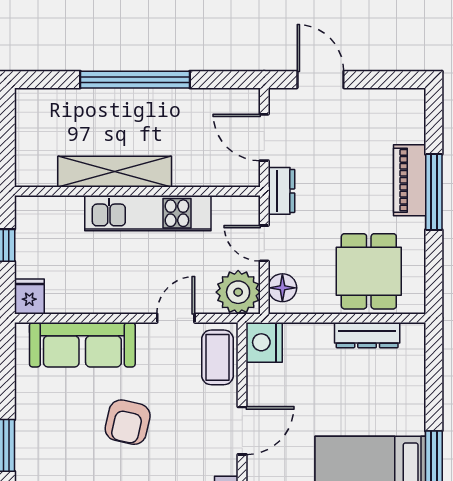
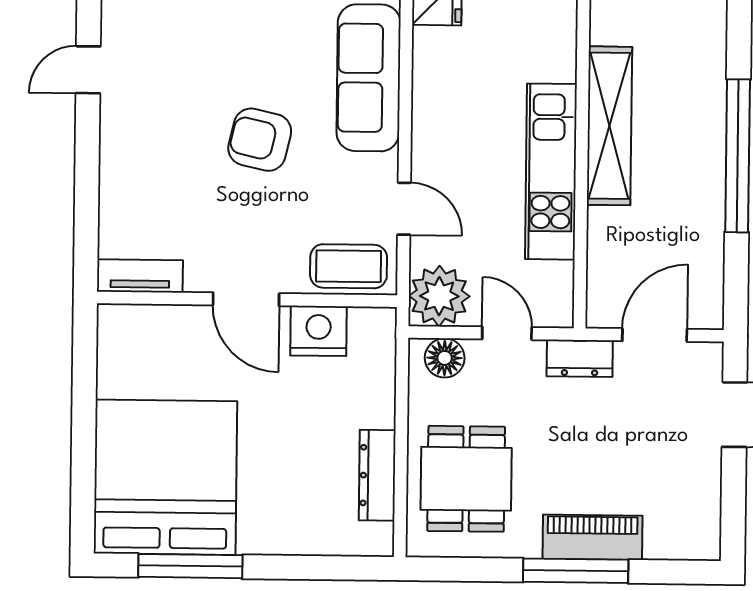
door: (264, 243) -> (507, 333), hinge flipped
dining table: (369, 271) -> (466, 479), turned 90
nightstand: (264, 342) -> (319, 331), moved

